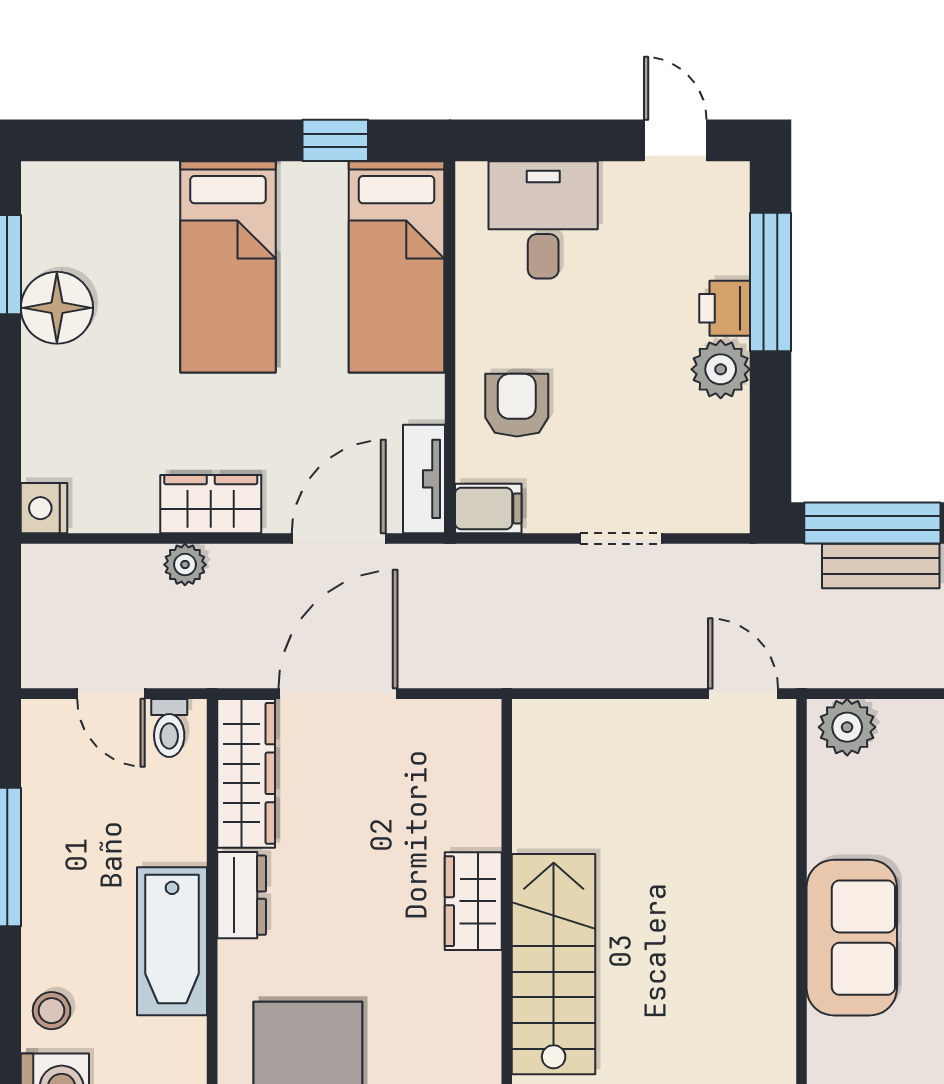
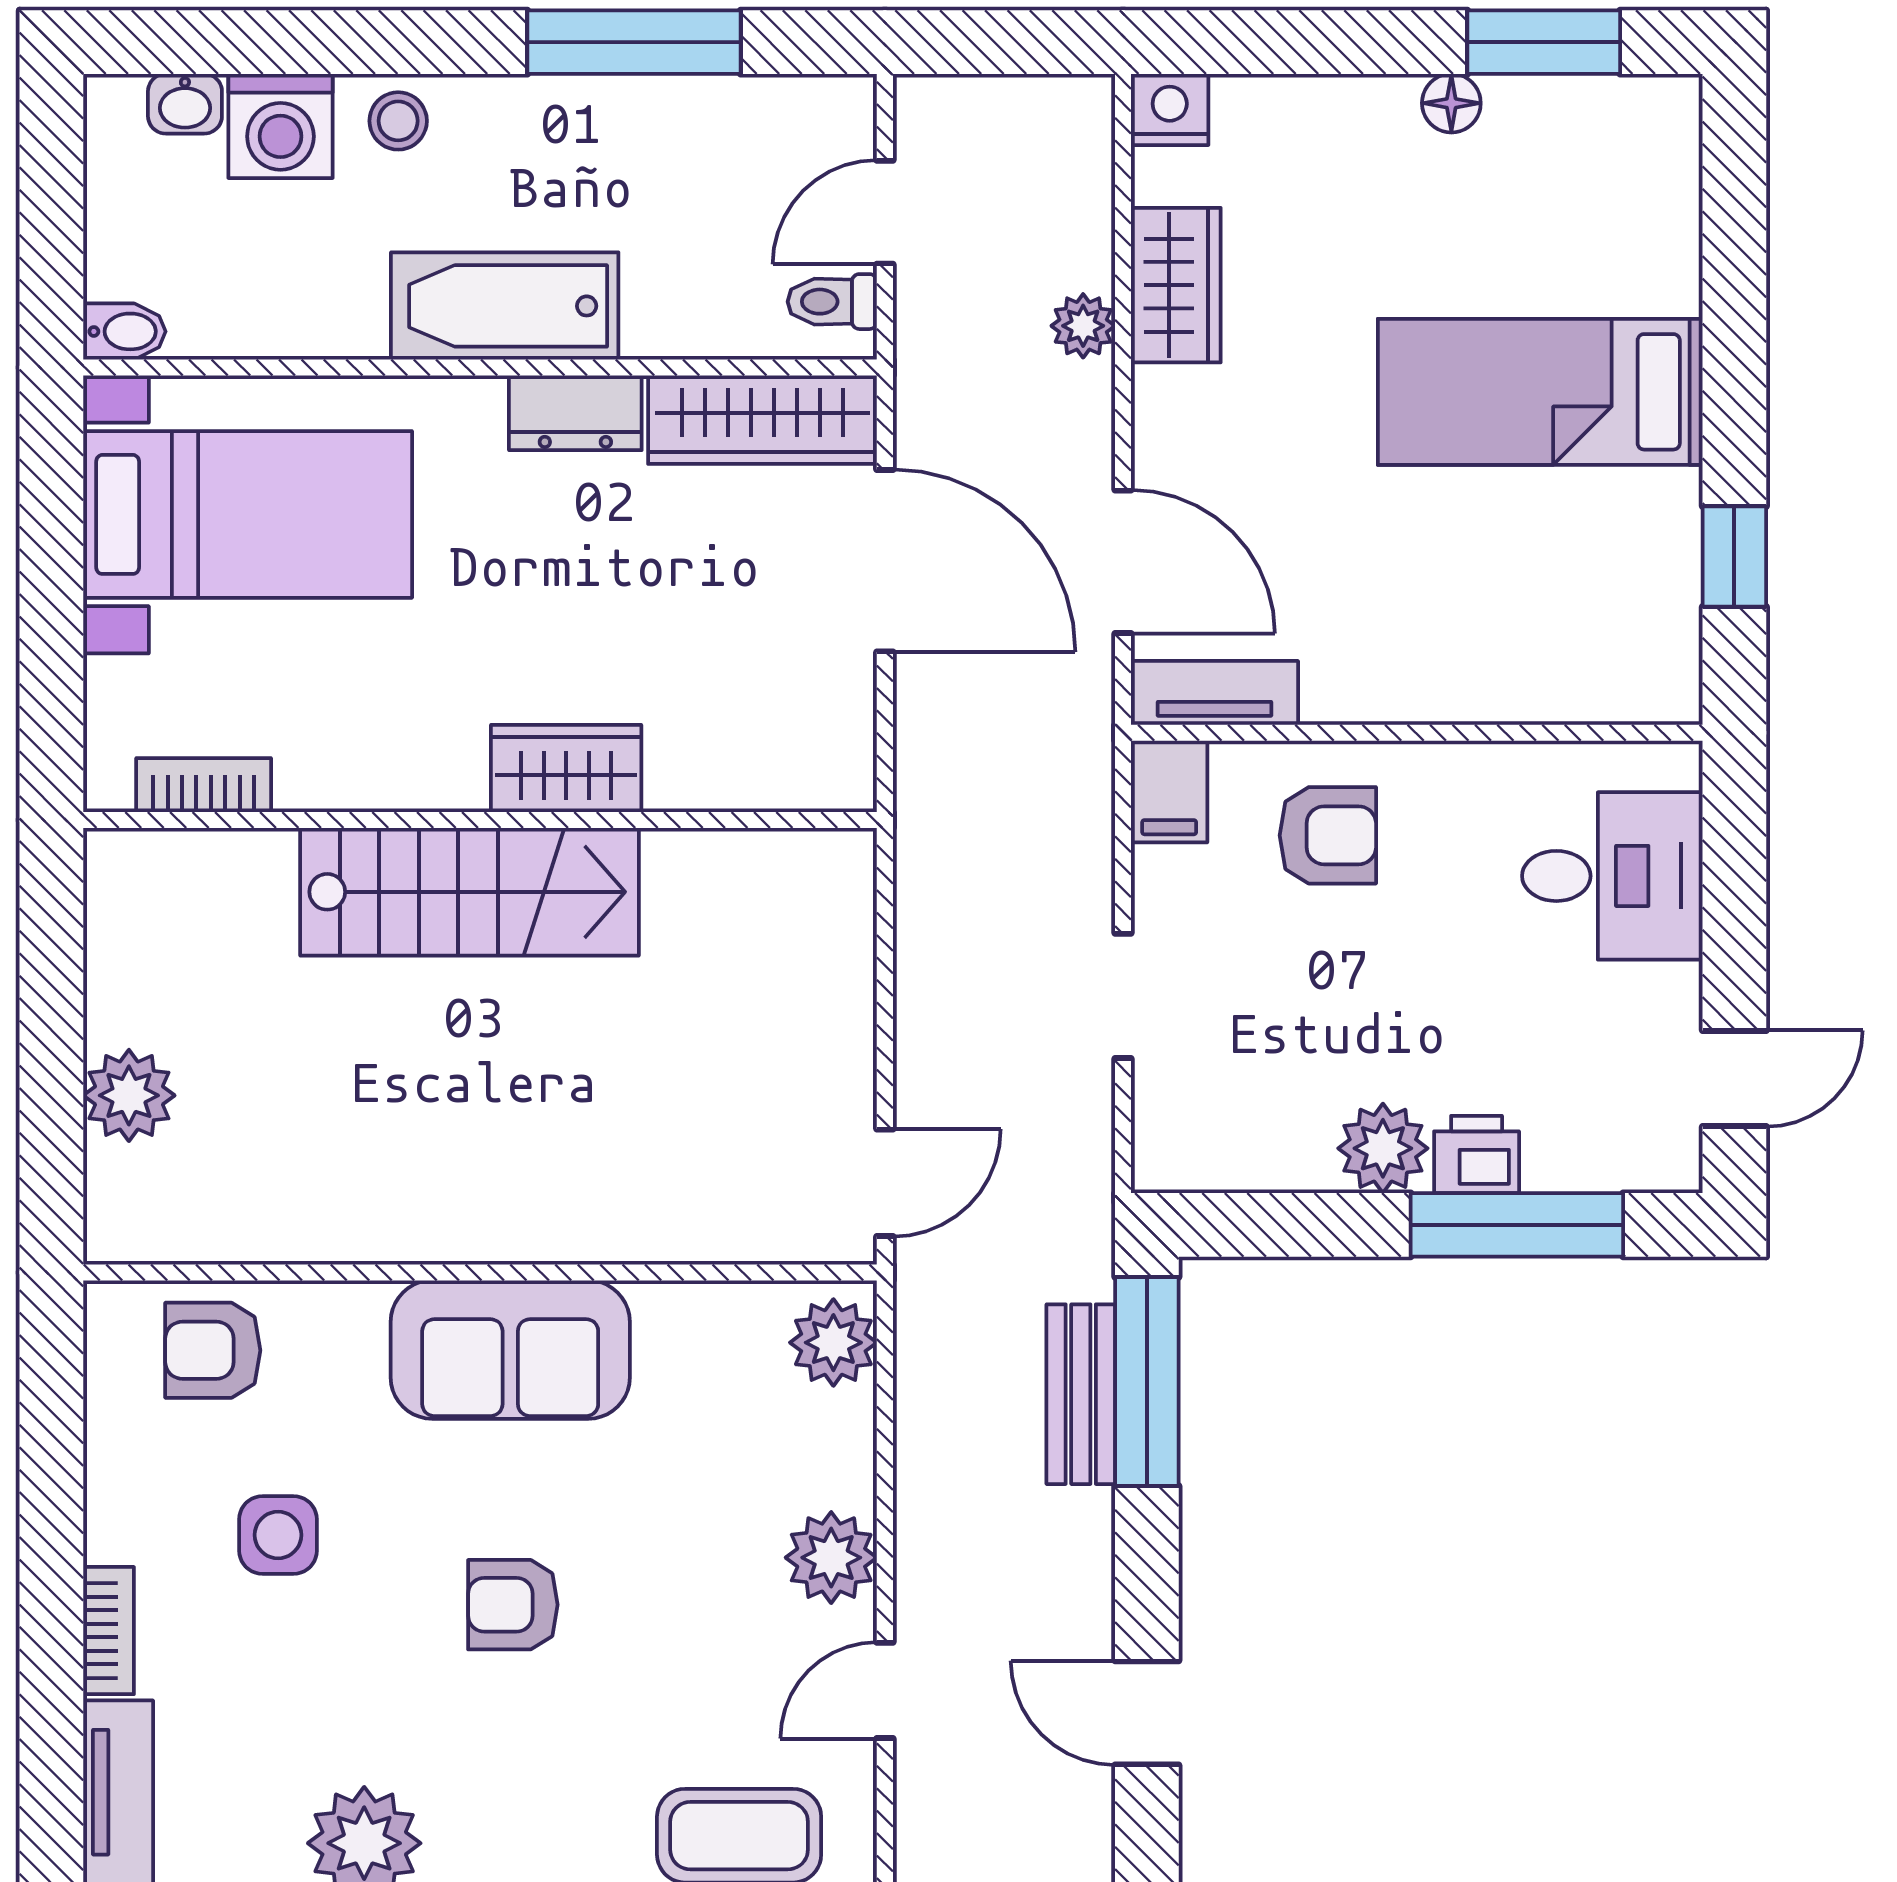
bed: (397, 267) -> (1540, 651), removed
floor lamp: (57, 308) -> (1451, 103), width x0.53, depth x0.53
wardrobe: (211, 504) -> (1176, 285), moved

